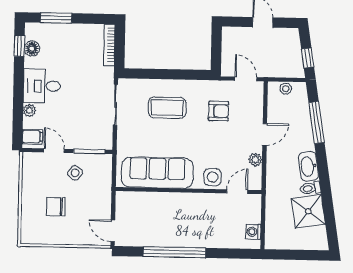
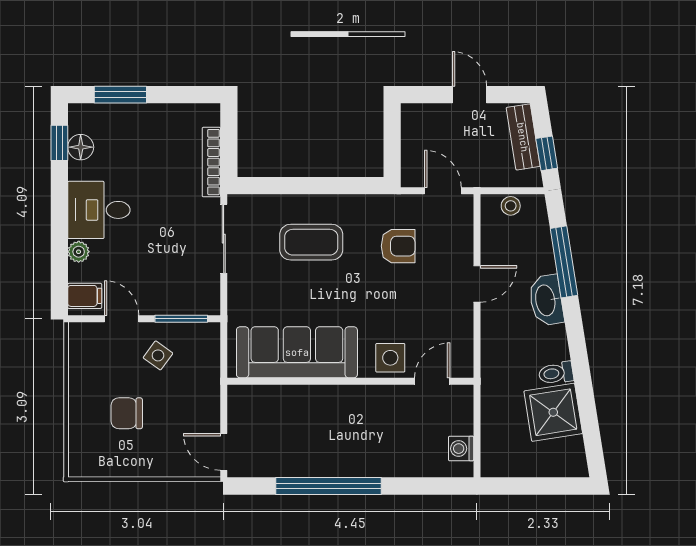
bookcase: (109, 45) -> (211, 162), moved
bench: (294, 48) -> (523, 137), added
plant: (255, 160) -> (462, 327), removed
washbasin: (308, 166) -> (546, 300), moved

